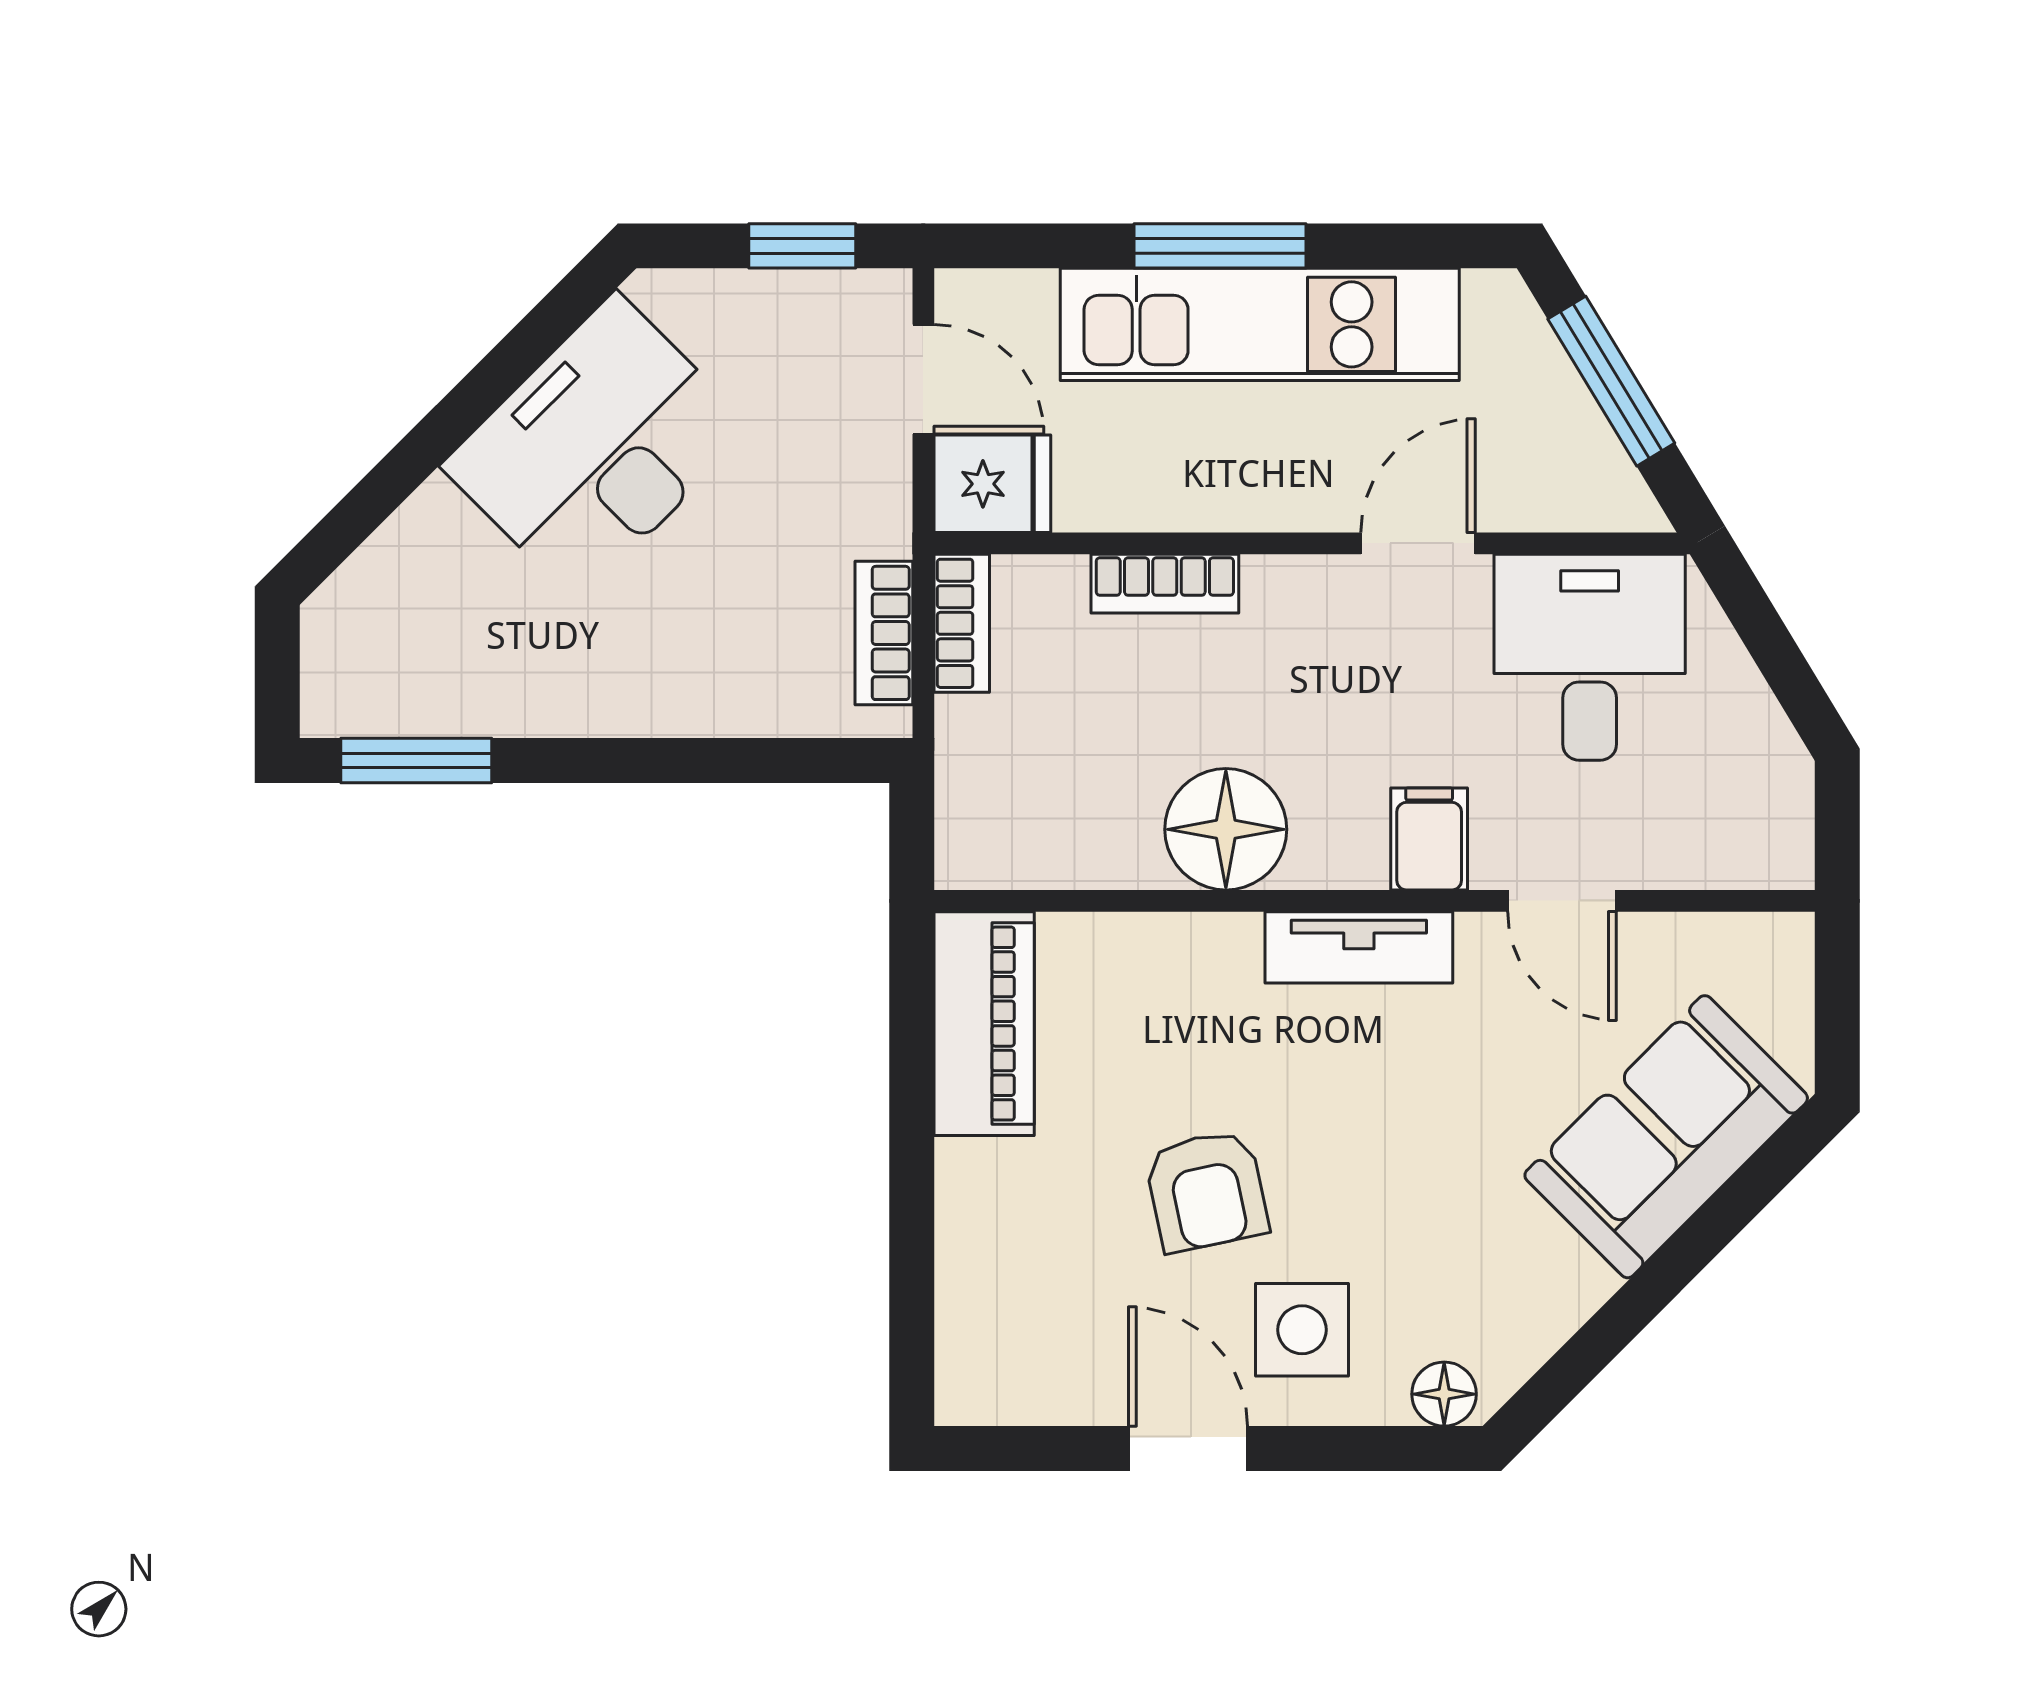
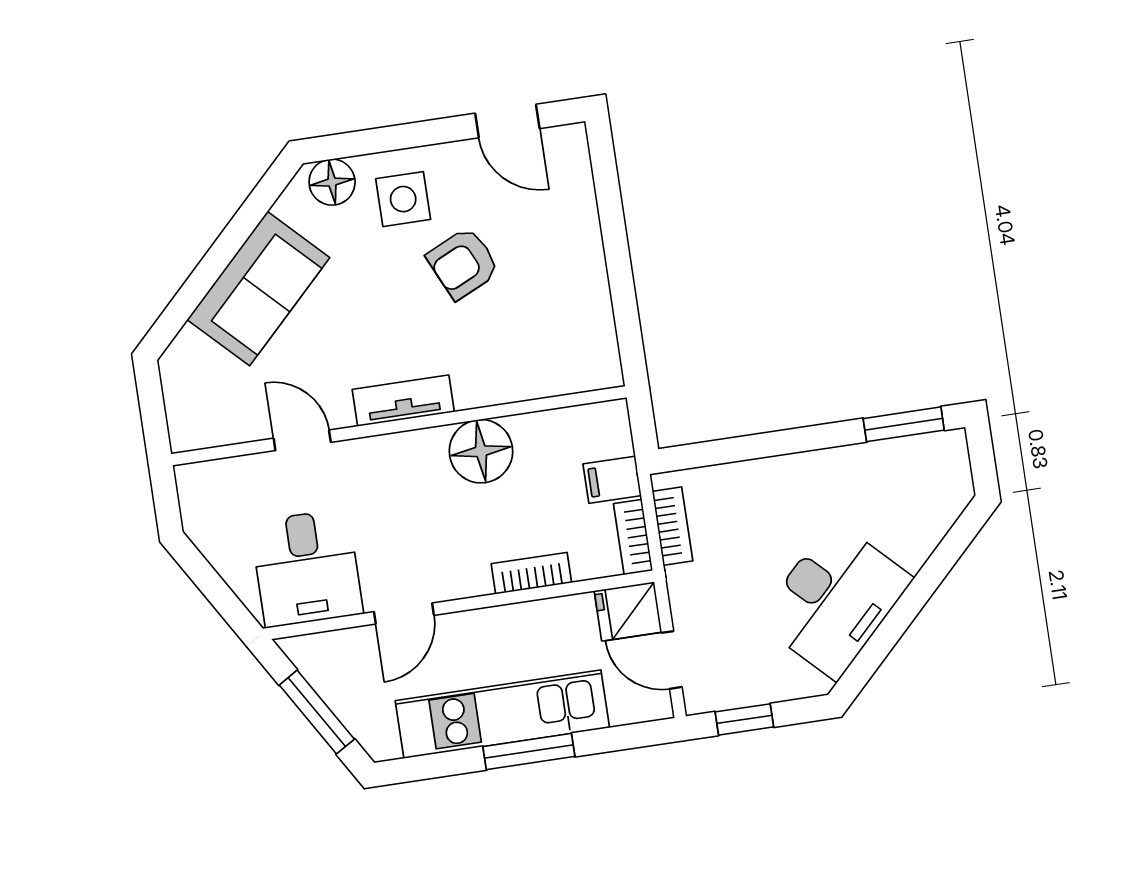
filing cabinet: (1429, 839) -> (612, 480), moved, turned 90
piano: (984, 1024) -> (591, 332), removed
sofa: (1666, 1137) -> (258, 289), moved
armchair: (1206, 1191) -> (463, 263), turned -103
floor lamp: (1444, 1394) -> (332, 182), width x1.37, depth x1.37
door: (1188, 1449) -> (507, 121), moved

